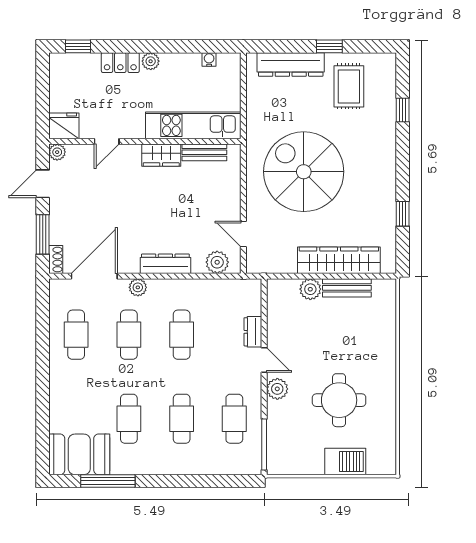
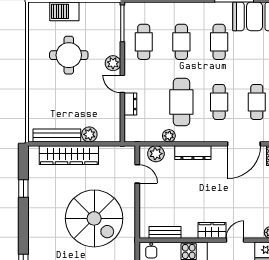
wardrobe: (161, 155) -> (212, 230), moved
plant: (138, 287) -> (169, 136), moved
bench: (347, 288) -> (57, 135), width x1.36
cafe table: (182, 335) -> (181, 102), width x1.37, depth x1.35

